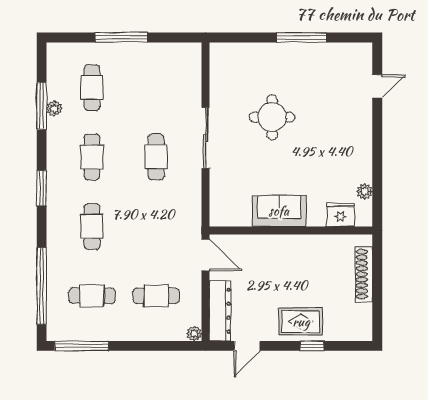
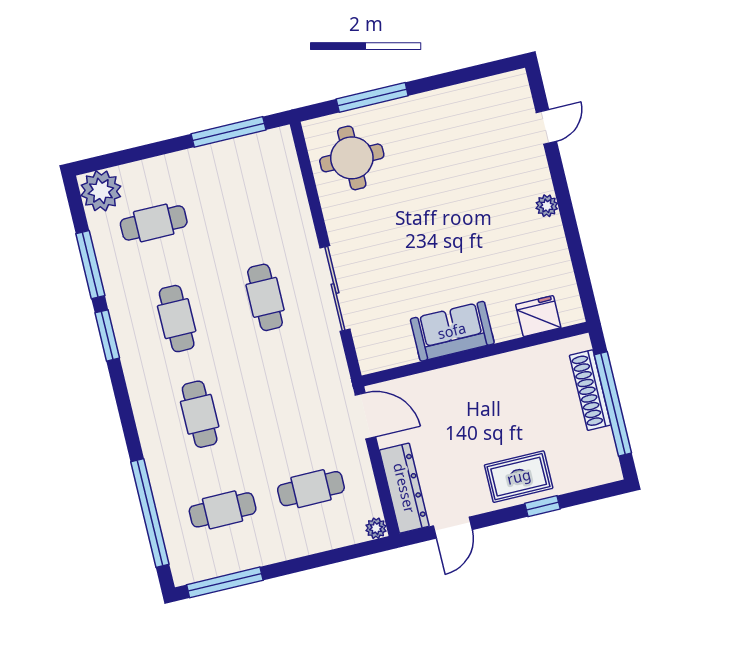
window: (122, 37) -> (229, 132), moved
window: (302, 37) -> (372, 97), moved
cafe table: (92, 88) -> (154, 223), turned 90
plant: (54, 108) -> (101, 191), moved, width x1.88, depth x1.88
round table: (272, 117) -> (352, 158), moved
sliding door: (206, 138) -> (335, 289), moved
window: (42, 188) -> (107, 335), moved
plant: (365, 191) -> (547, 206), moved
window: (377, 287) -> (613, 404), added

